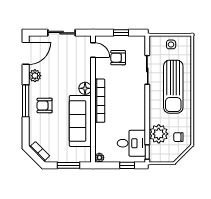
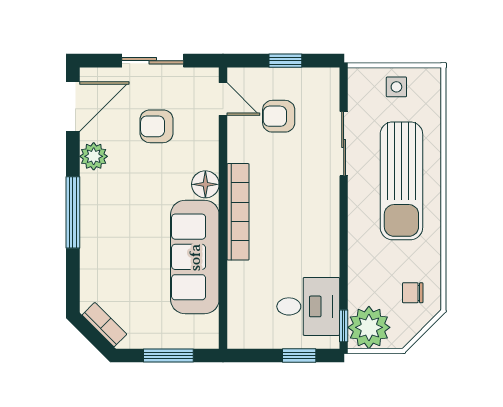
armchair: (45, 105) -> (157, 126), moved
plant: (159, 134) -> (369, 327), moved
plant: (99, 158) -> (237, 338), removed

